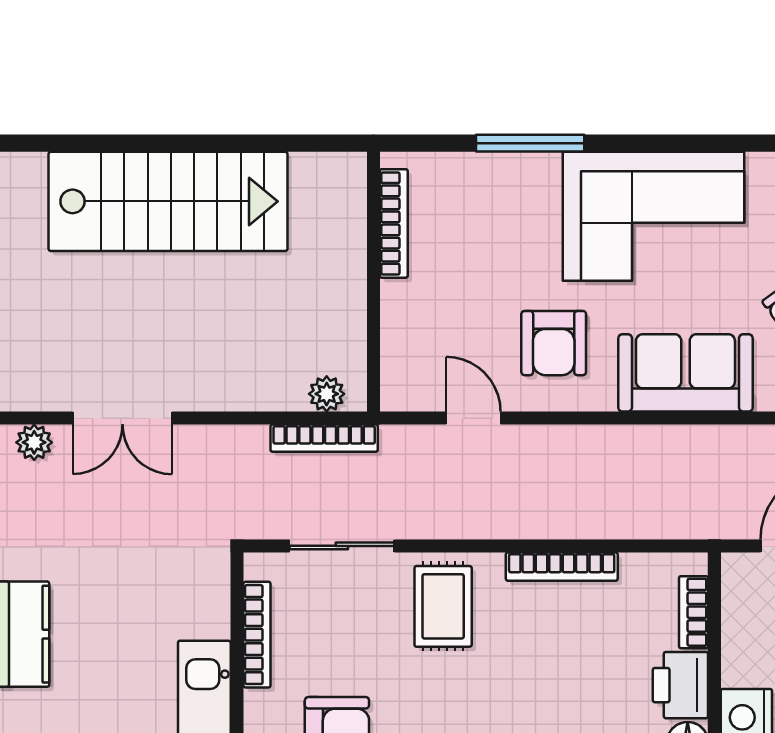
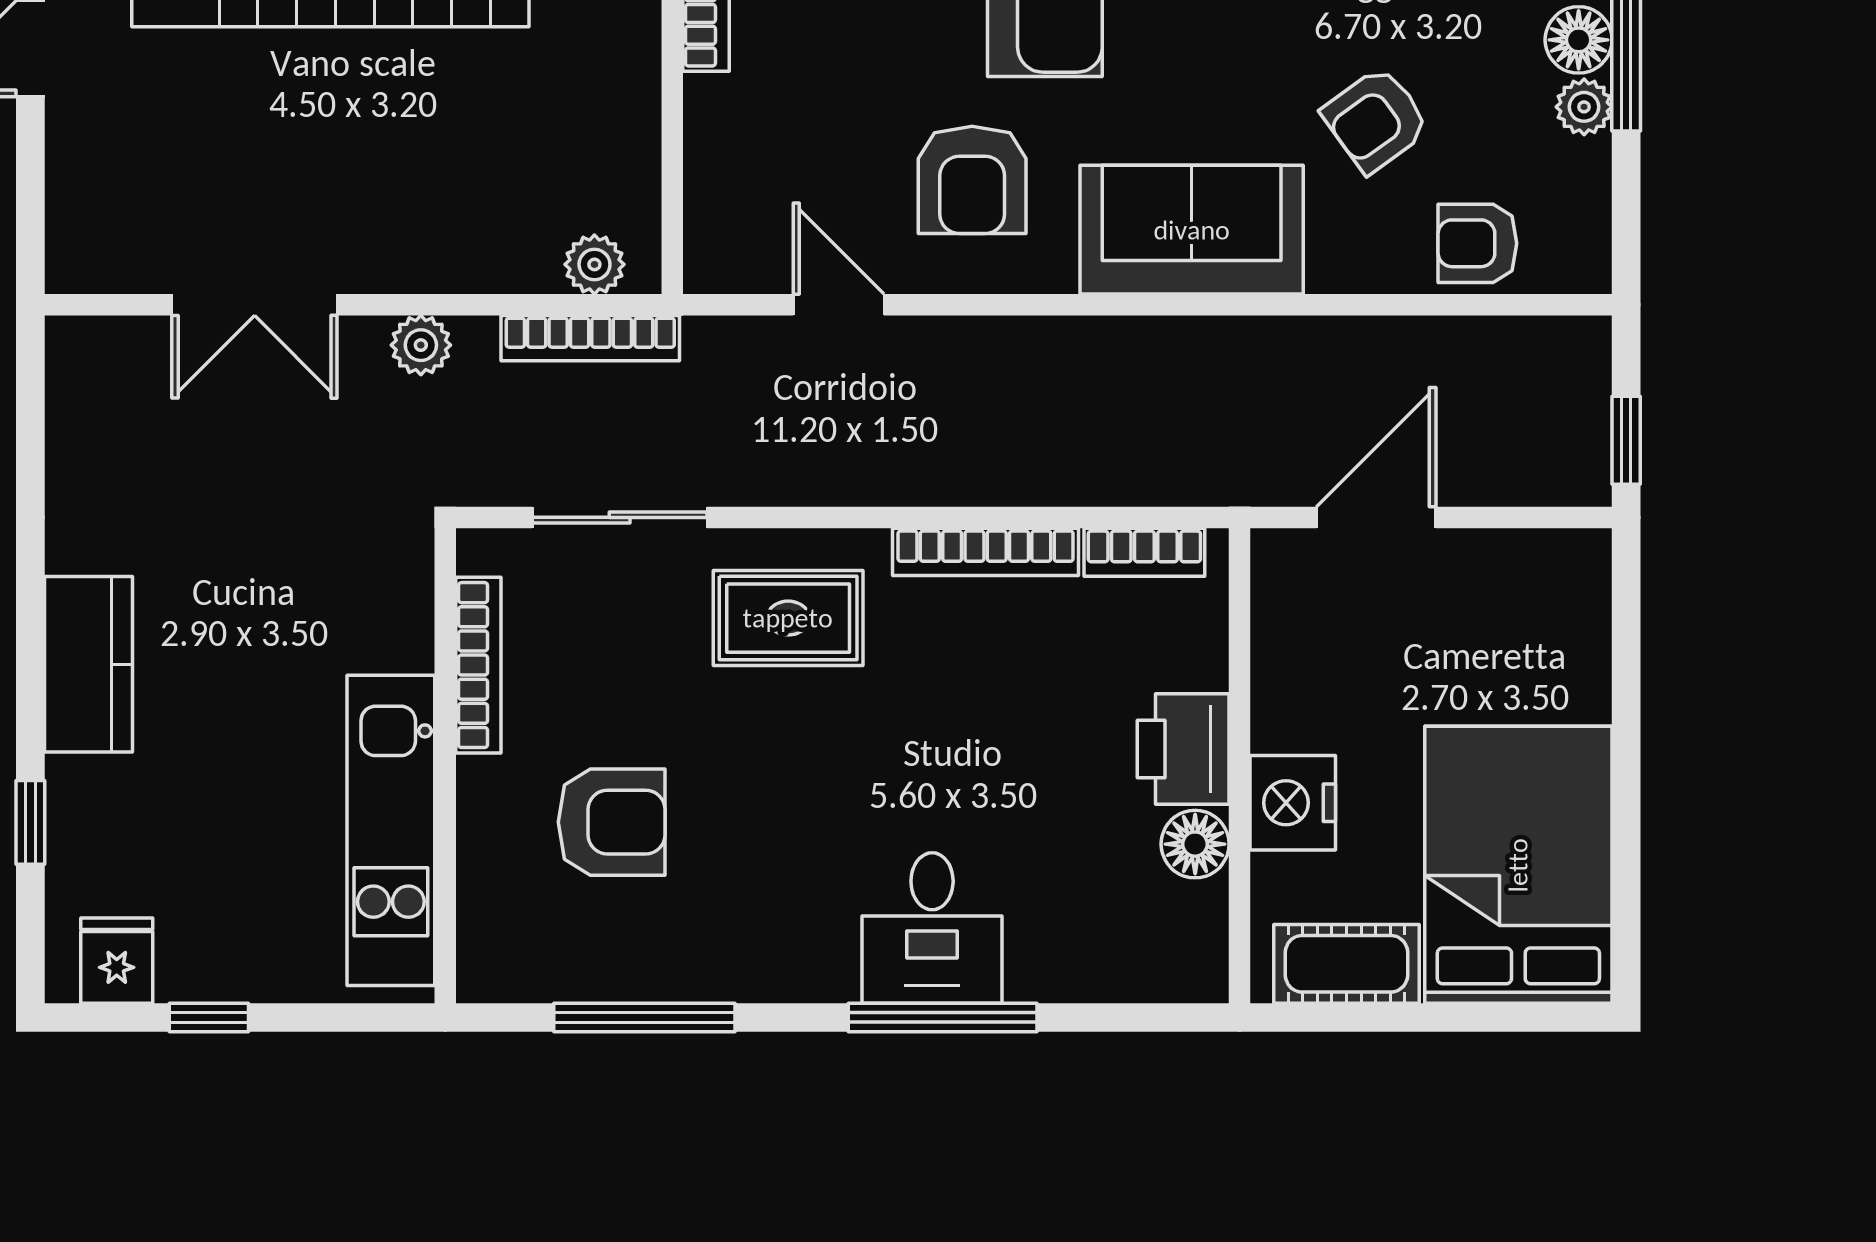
plant: (34, 442) -> (421, 345), moved
rug: (443, 606) -> (788, 618), turned 90
bookcase: (693, 612) -> (1144, 552), moved, turned -90

